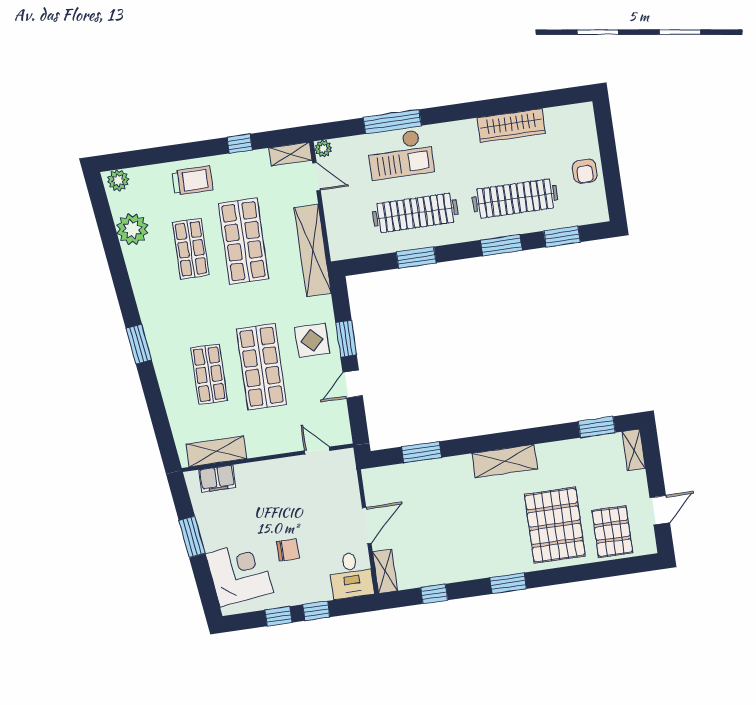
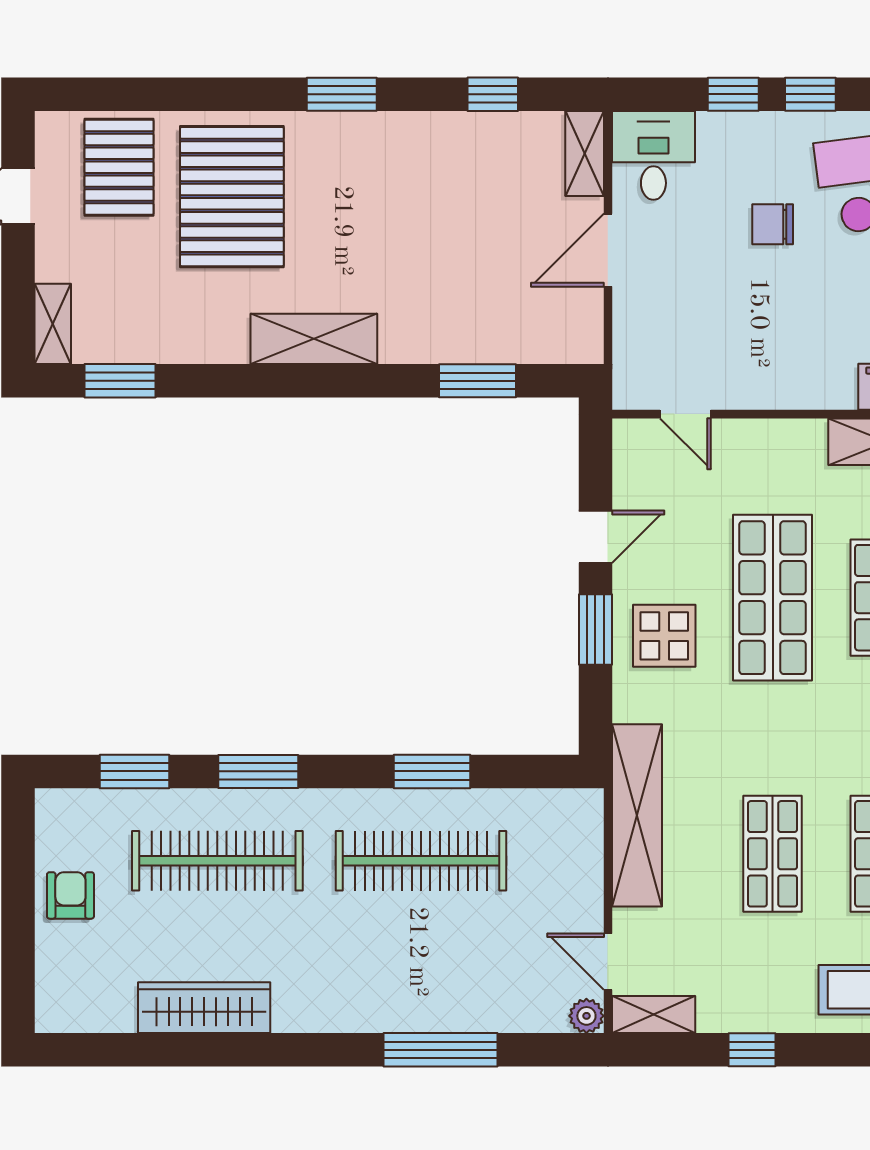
checkout: (400, 154) -> (434, 982), removed
shop shelf: (243, 241) -> (773, 854), width x0.70, depth x0.74

